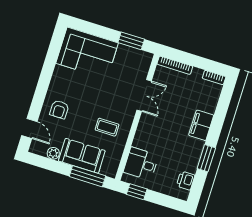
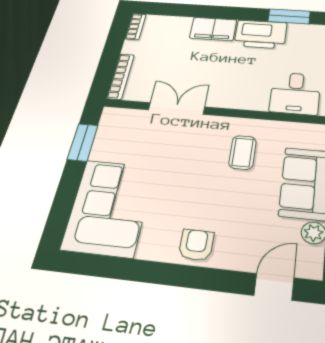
armchair: (59, 110) -> (196, 245), moved, turned -90
window: (206, 158) -> (289, 16), moved
printer: (186, 181) -> (261, 34), moved, width x1.87, depth x1.48

